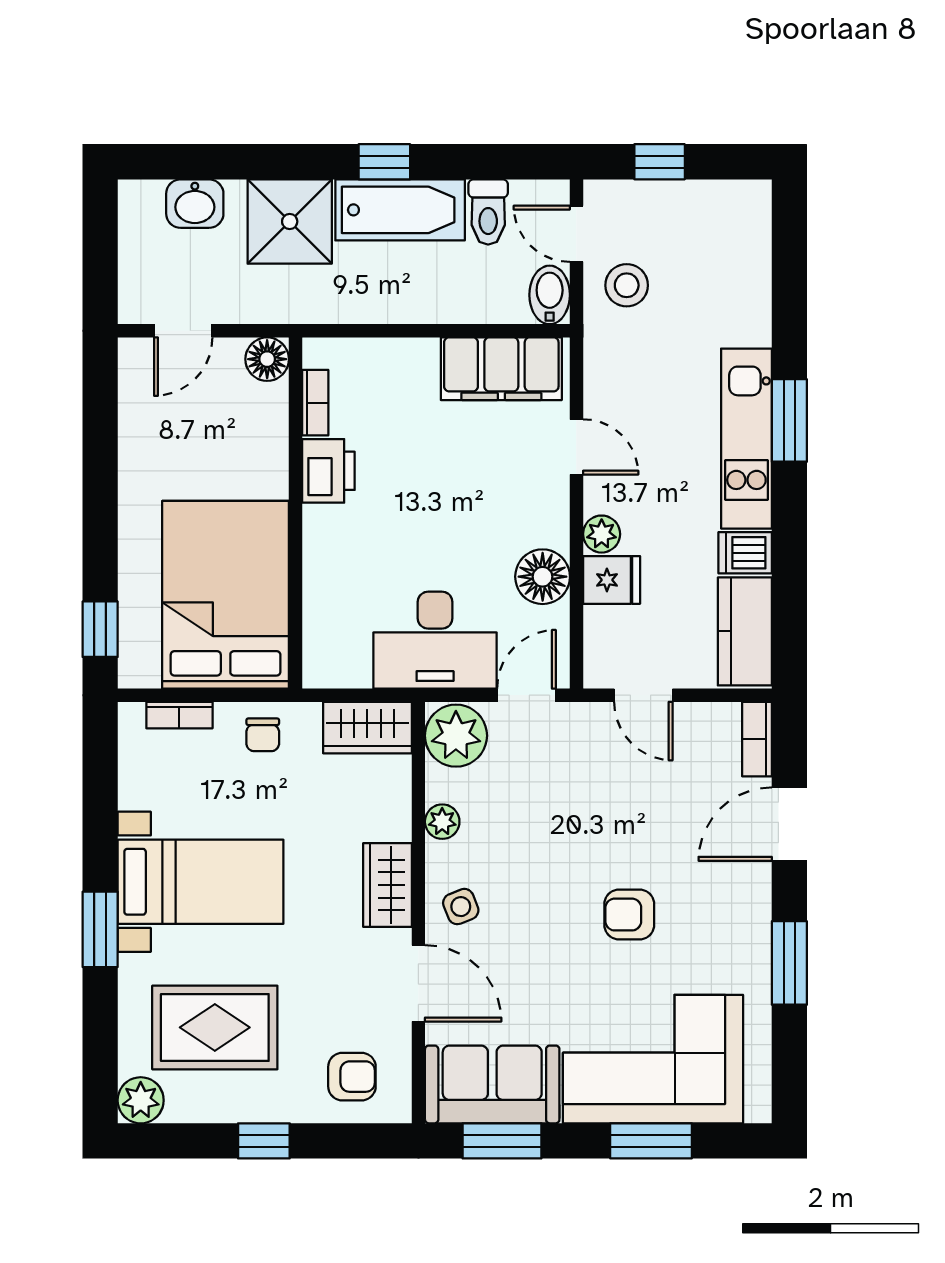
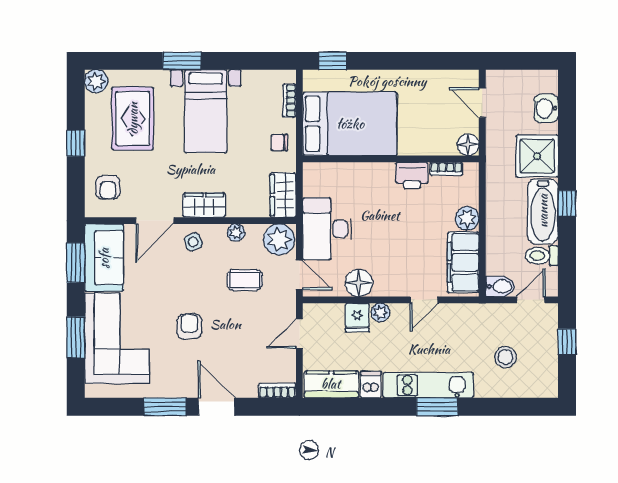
stool: (627, 285) -> (505, 357), moved
plant: (414, 361) -> (467, 218), added
coffee table: (537, 804) -> (245, 280), added
door: (789, 824) -> (216, 407), moved

